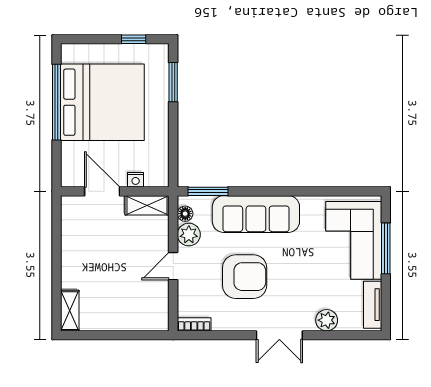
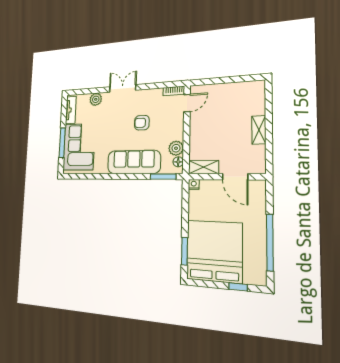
window: (134, 39) -> (238, 287), moved
bed: (102, 102) -> (214, 251), moved, turned 90
nightstand: (136, 180) -> (194, 184), moved
door: (173, 266) -> (187, 103), moved
armchair: (245, 277) -> (142, 123), width x0.53, depth x0.53
shelving: (70, 311) -> (259, 130), moved

